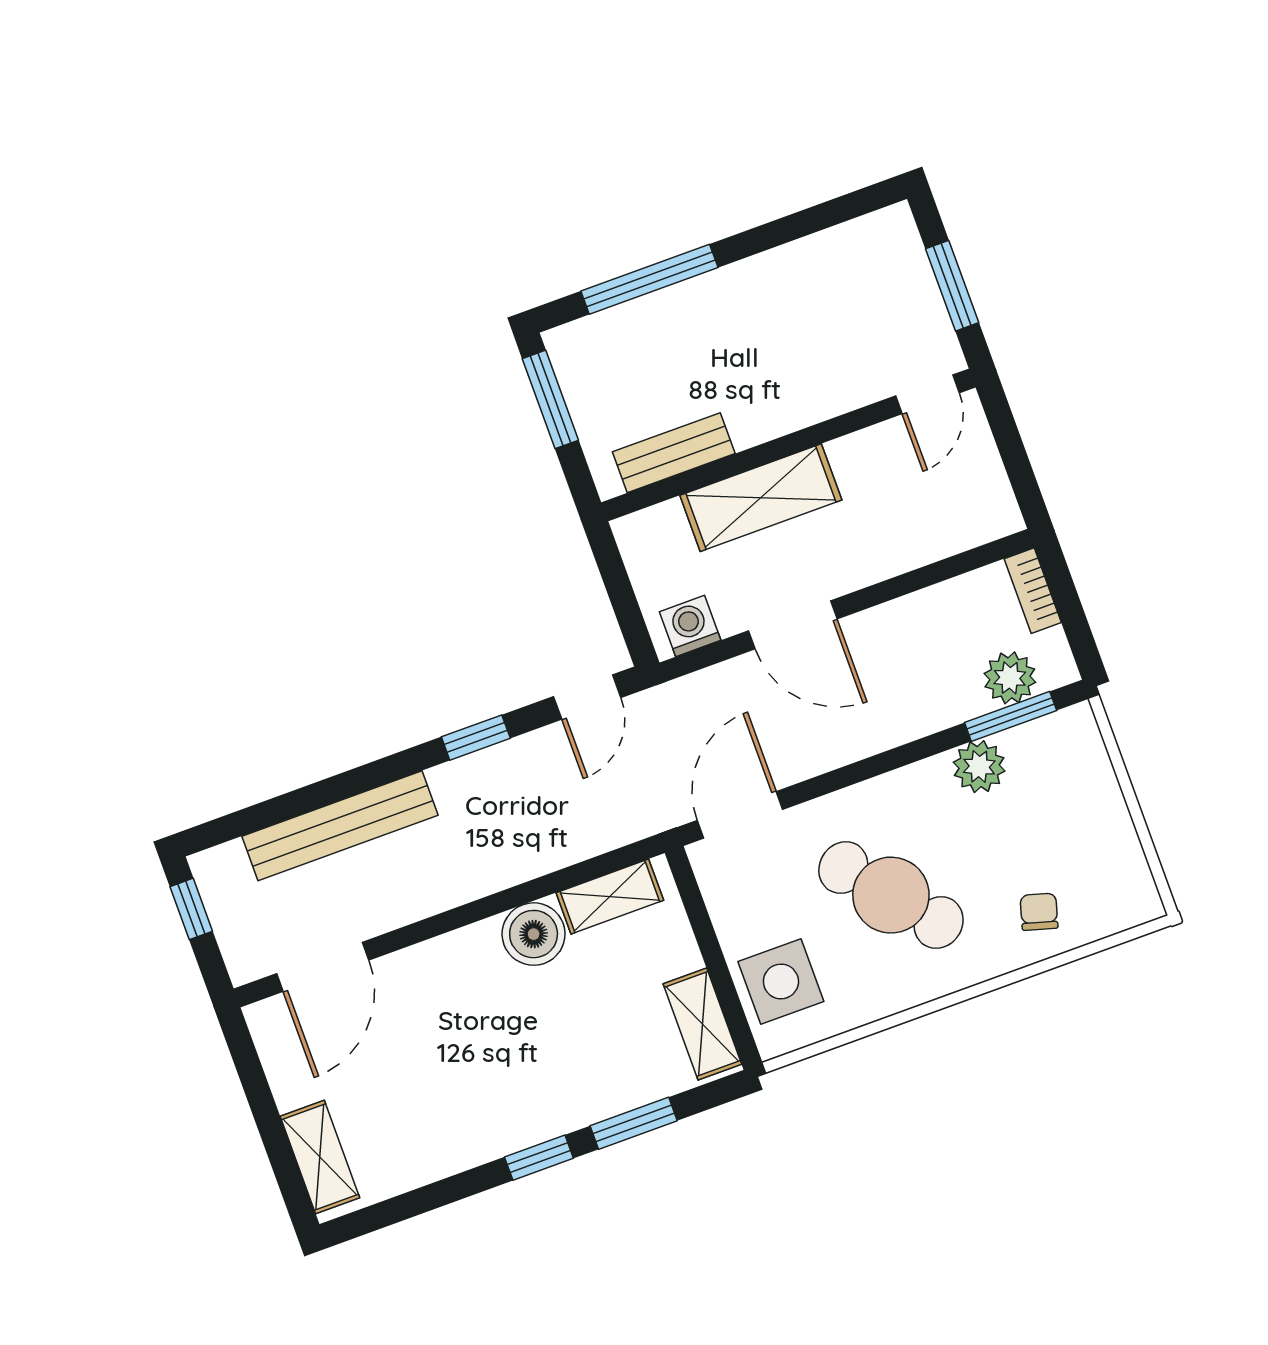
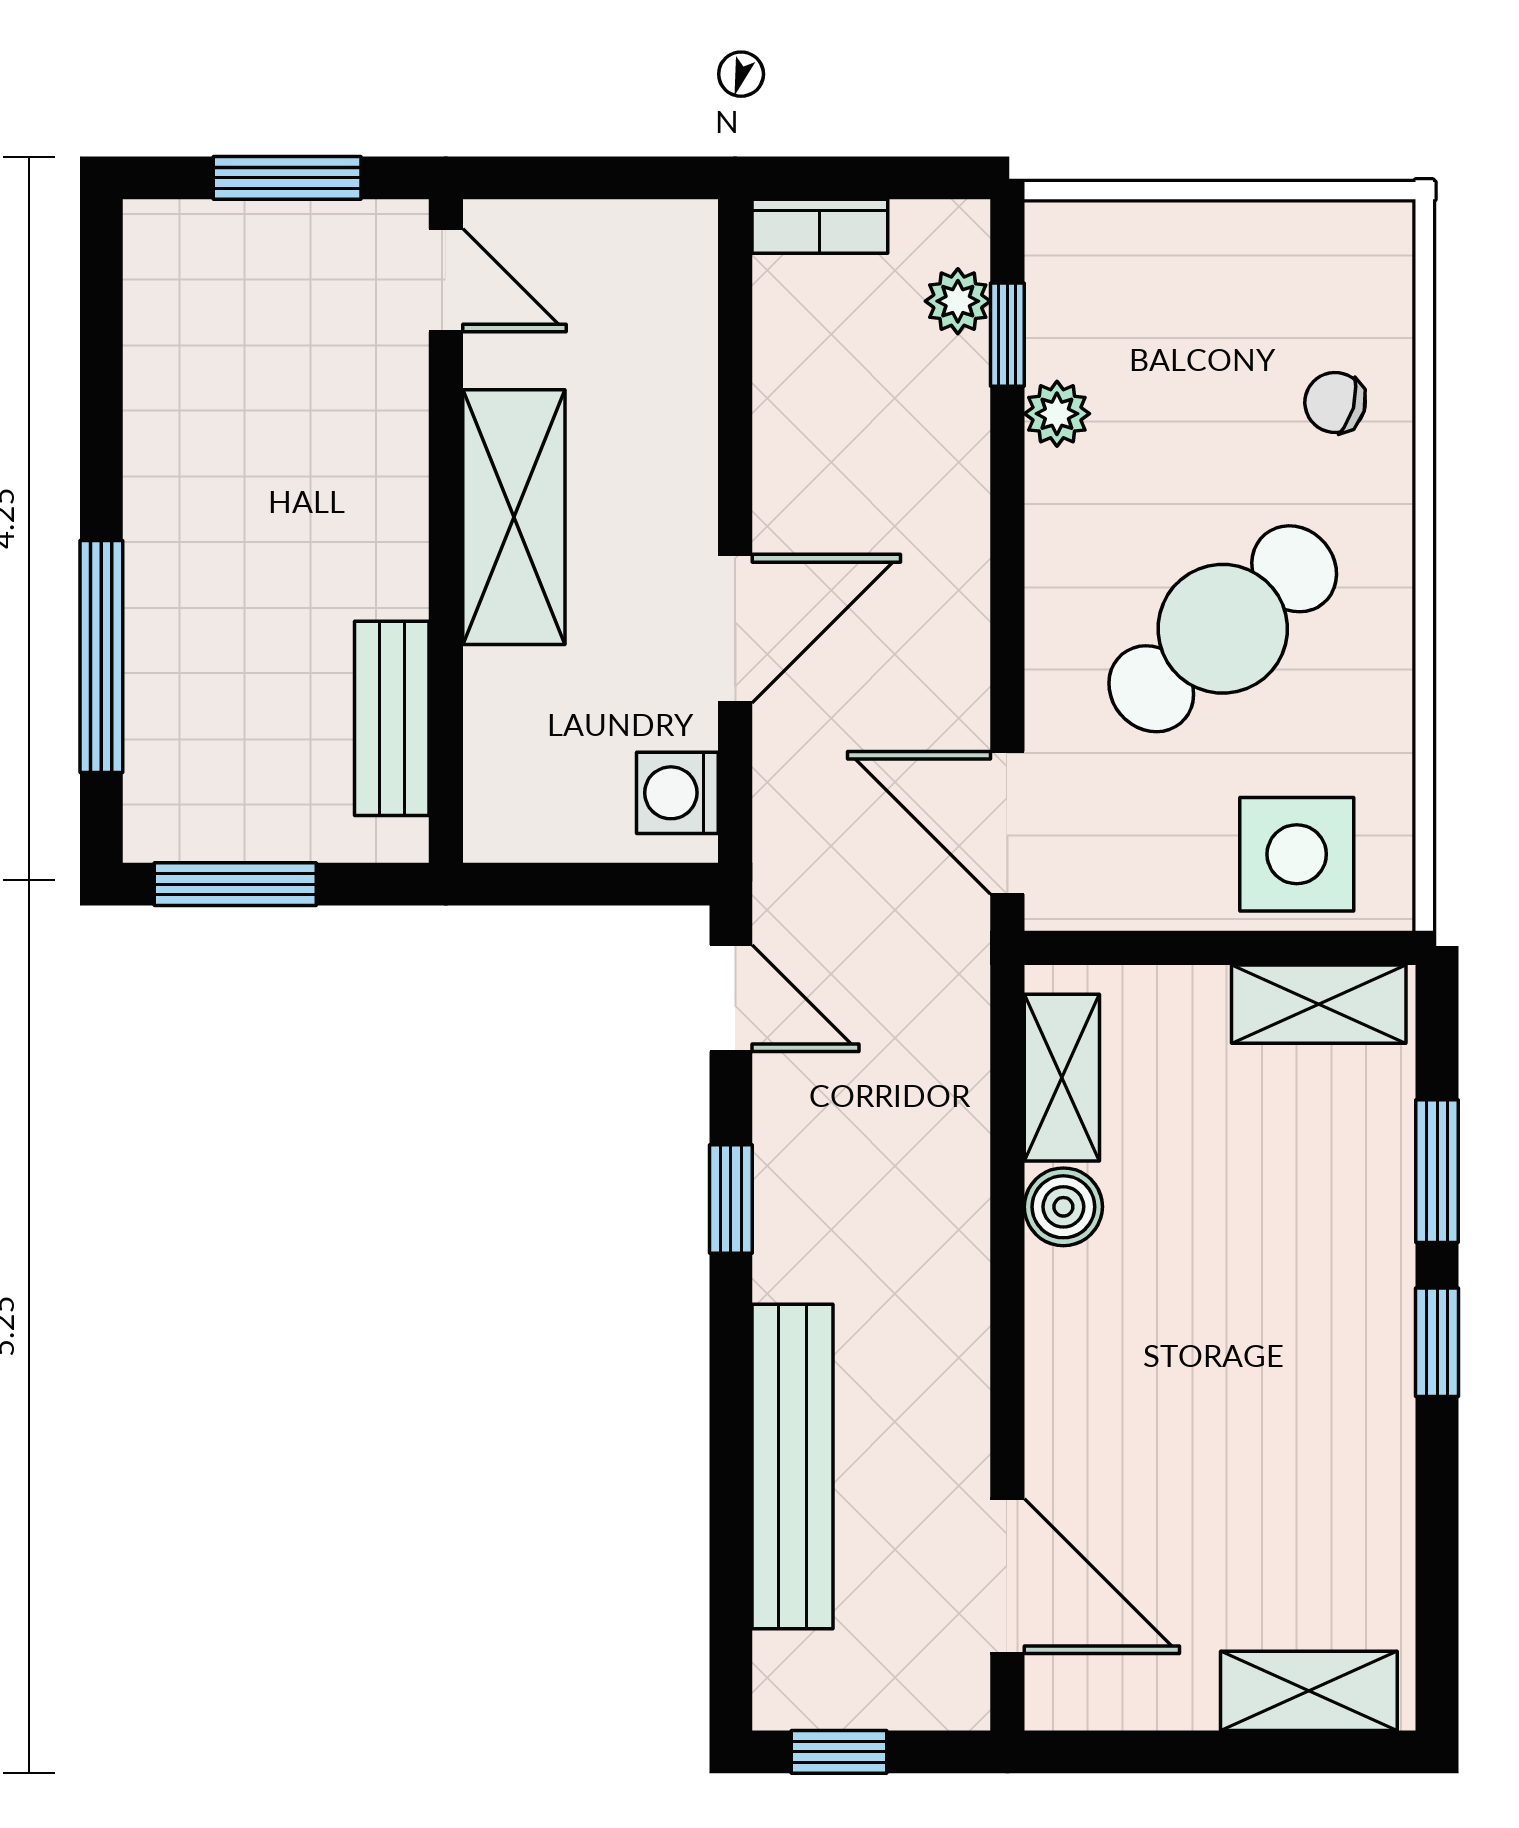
shelving: (761, 498) -> (514, 517), moved
plant: (1010, 678) -> (958, 301), width x0.73, depth x0.73
window: (1011, 716) -> (1007, 335), width x0.67
plant: (979, 767) -> (1057, 414), width x0.73, depth x0.73
boiler: (534, 934) -> (1063, 1207), width x0.73, depth x0.73

